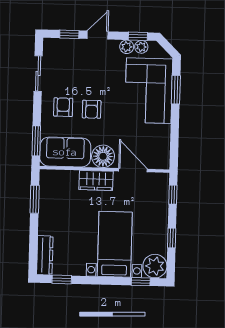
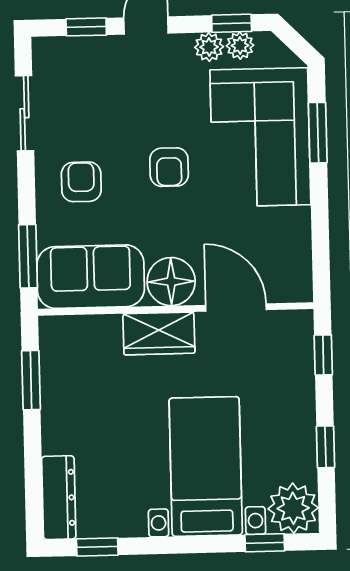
armchair: (92, 109) -> (169, 167), moved

